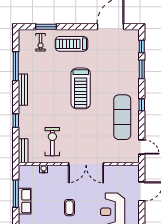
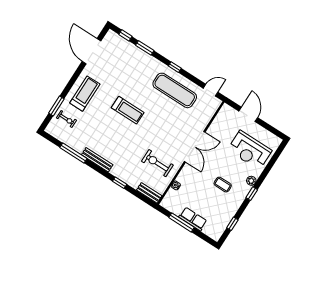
treadmill: (72, 44) -> (85, 94), turned 180
treadmill: (81, 88) -> (128, 110), width x0.73, depth x0.73

